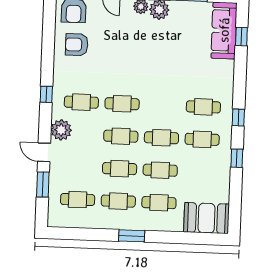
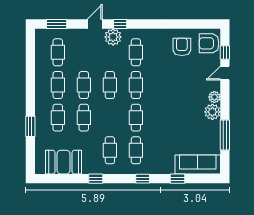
window: (241, 37) -> (178, 179), moved
window: (46, 94) -> (120, 24), moved
window: (238, 118) -> (143, 179), moved
cafe table: (161, 138) -> (136, 118), moved
window: (43, 184) -> (57, 24), moved
booth: (207, 218) -> (64, 162), moved, turned 90
window: (132, 236) -> (30, 126), moved

